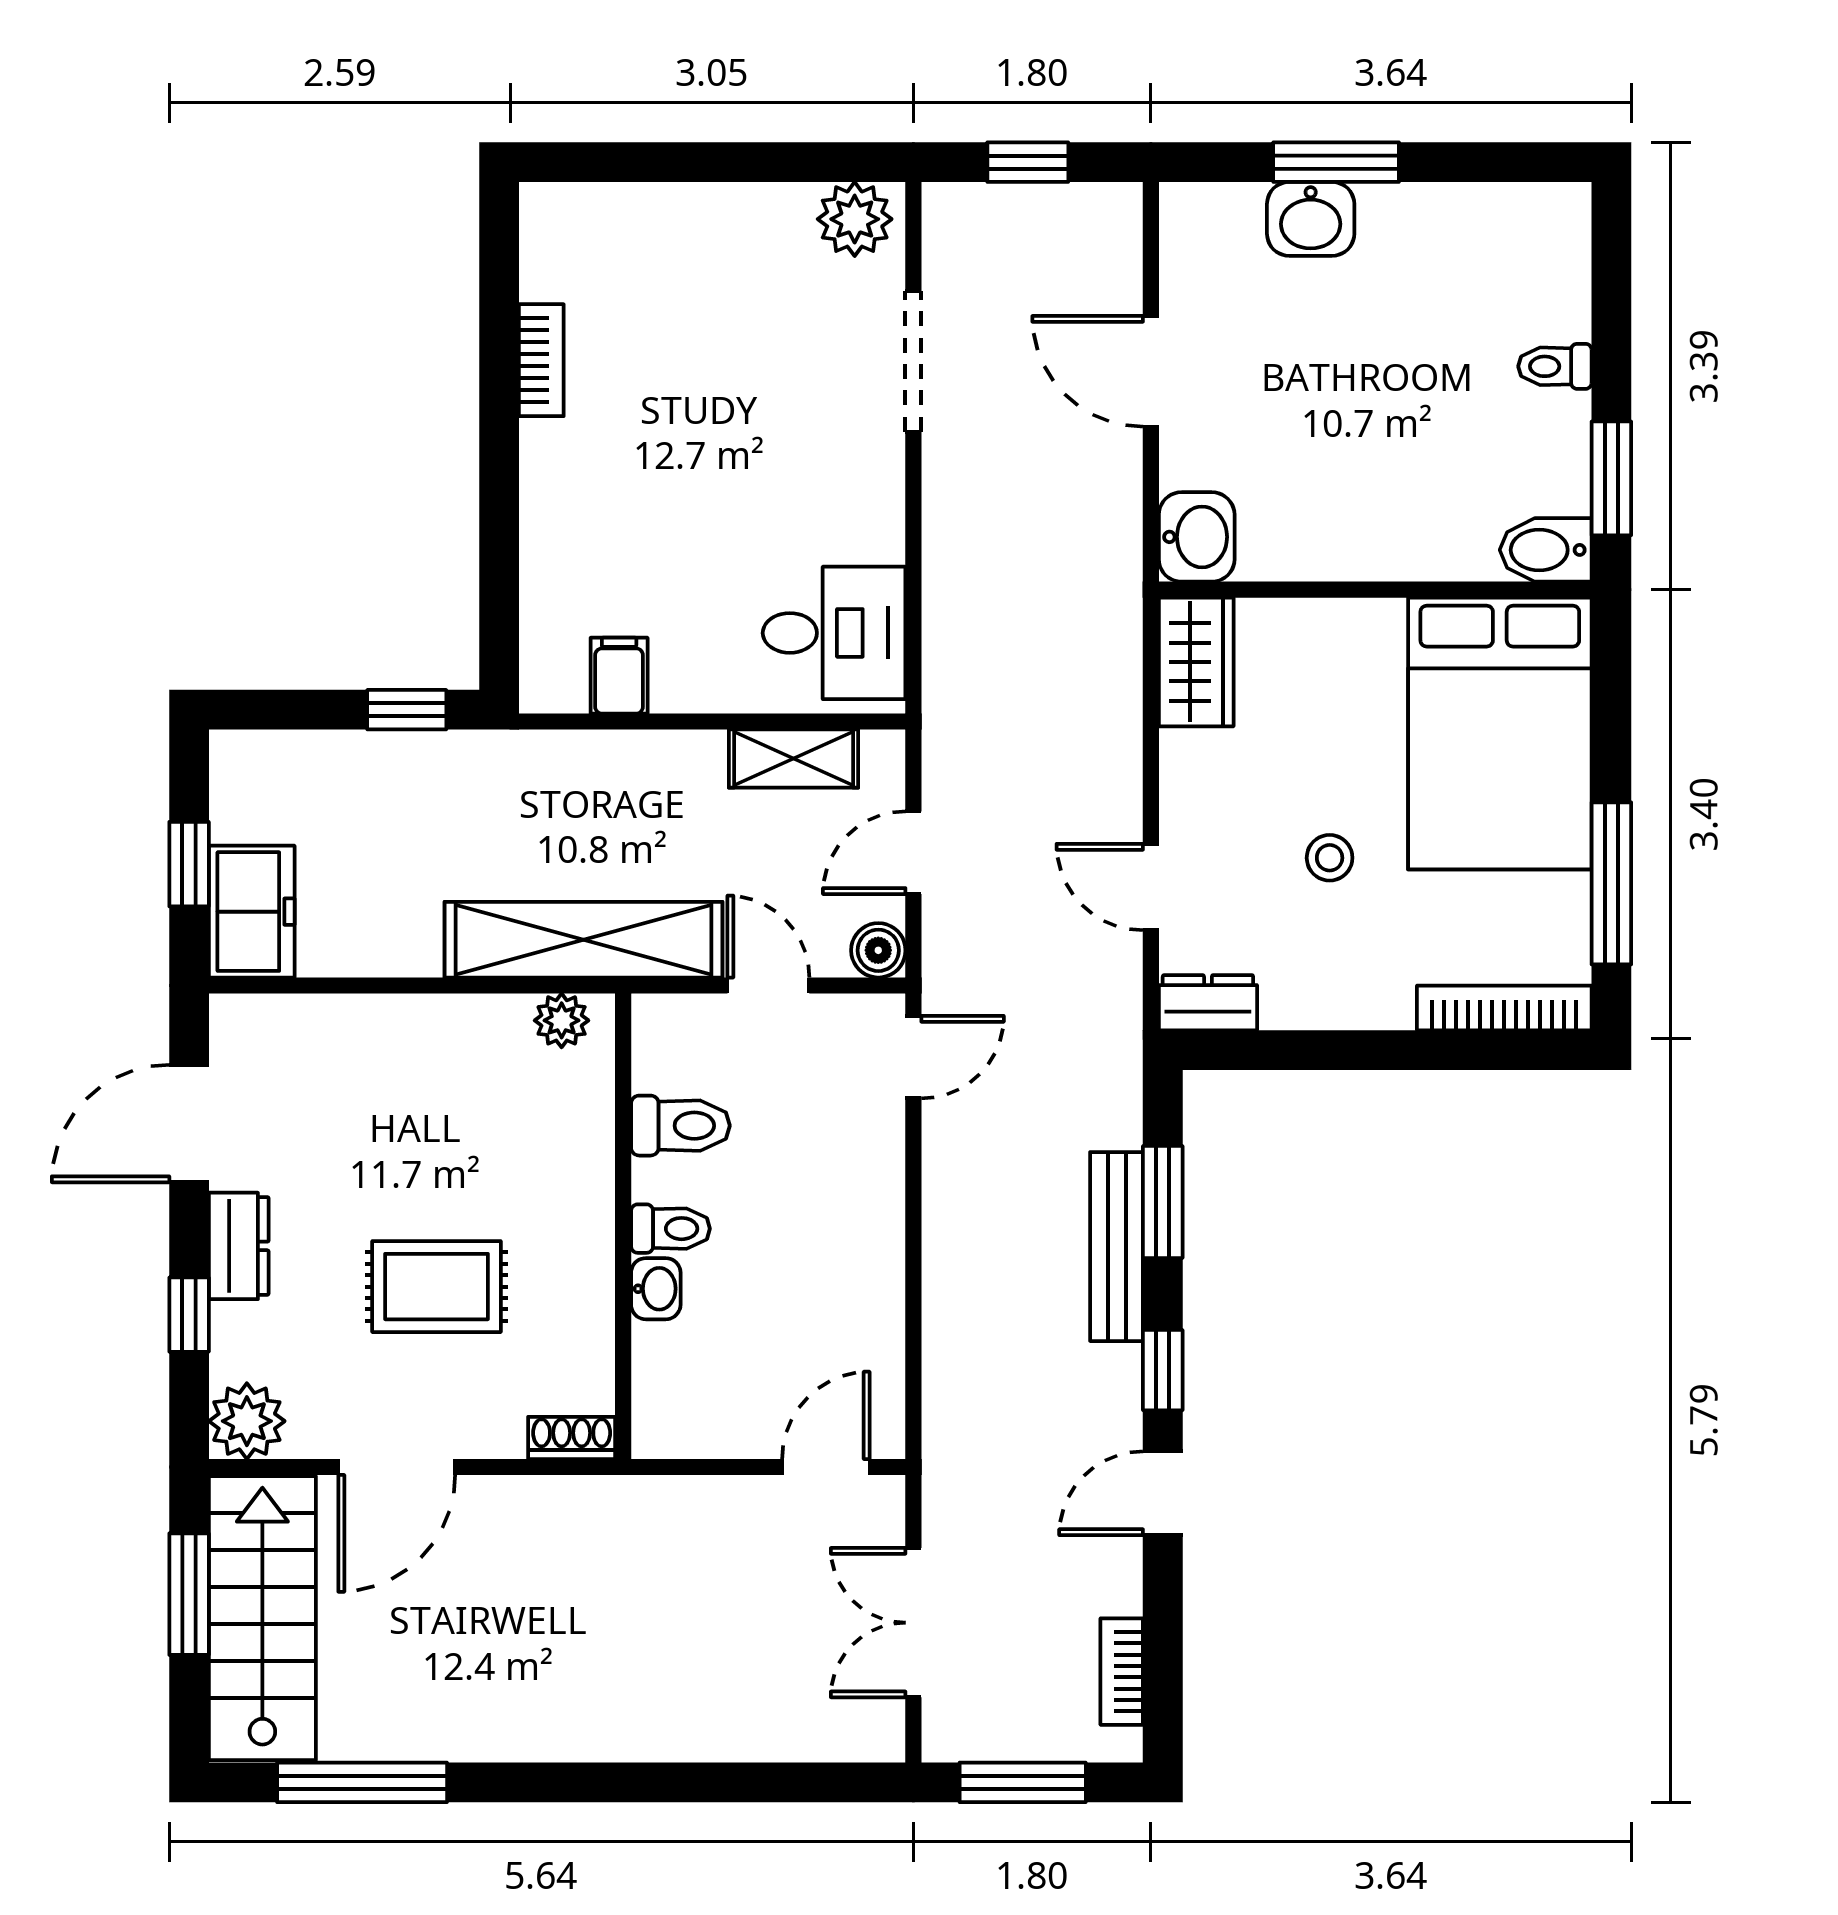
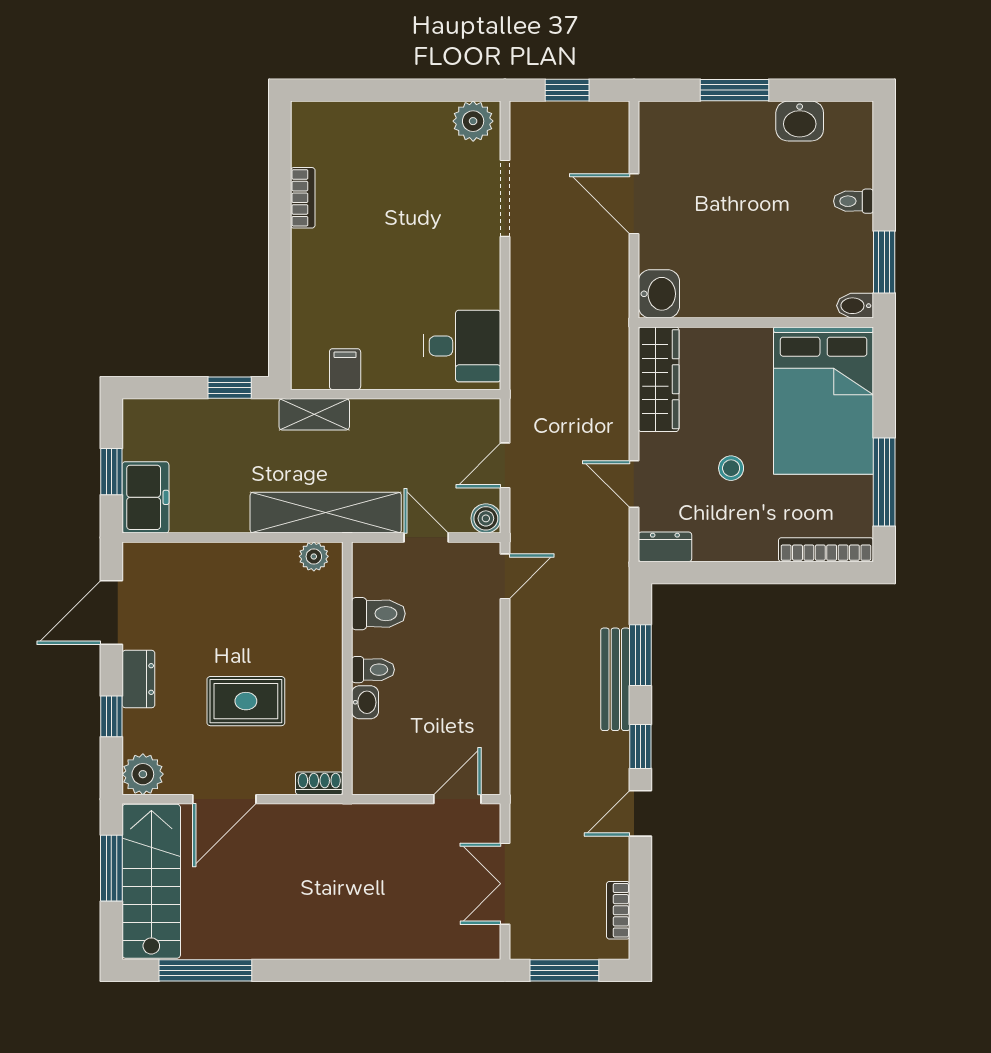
washbasin: (1311, 219) -> (800, 121), moved
bidet: (1546, 550) -> (855, 306), width x0.72, depth x0.74
wardrobe: (1196, 662) -> (659, 379), width x1.50
shelving: (794, 759) -> (314, 414), moved

